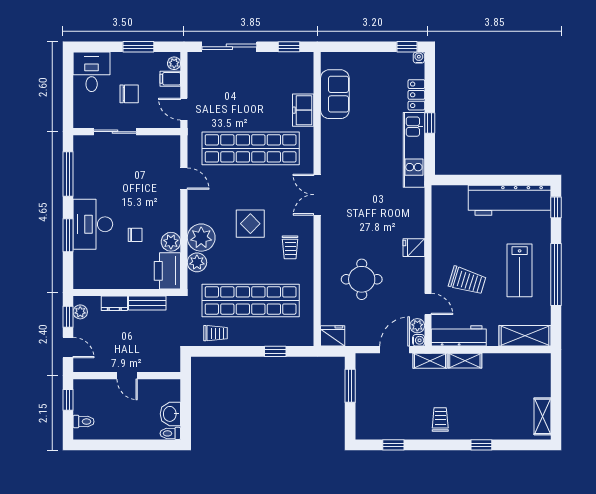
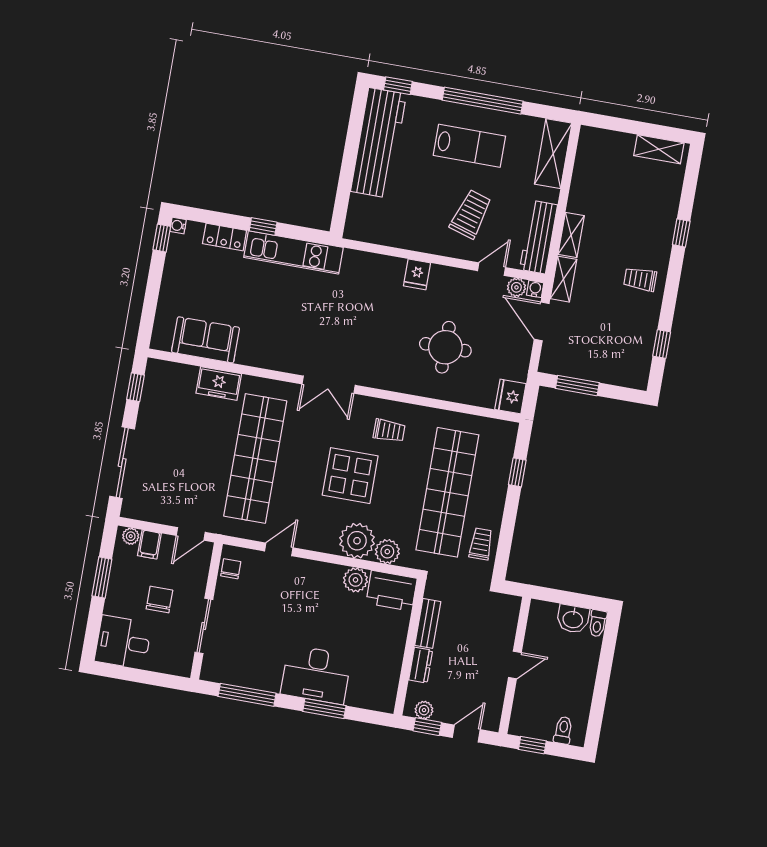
display table: (250, 224) -> (350, 476), width x1.36, depth x1.36
chair: (135, 235) -> (231, 569), moved

